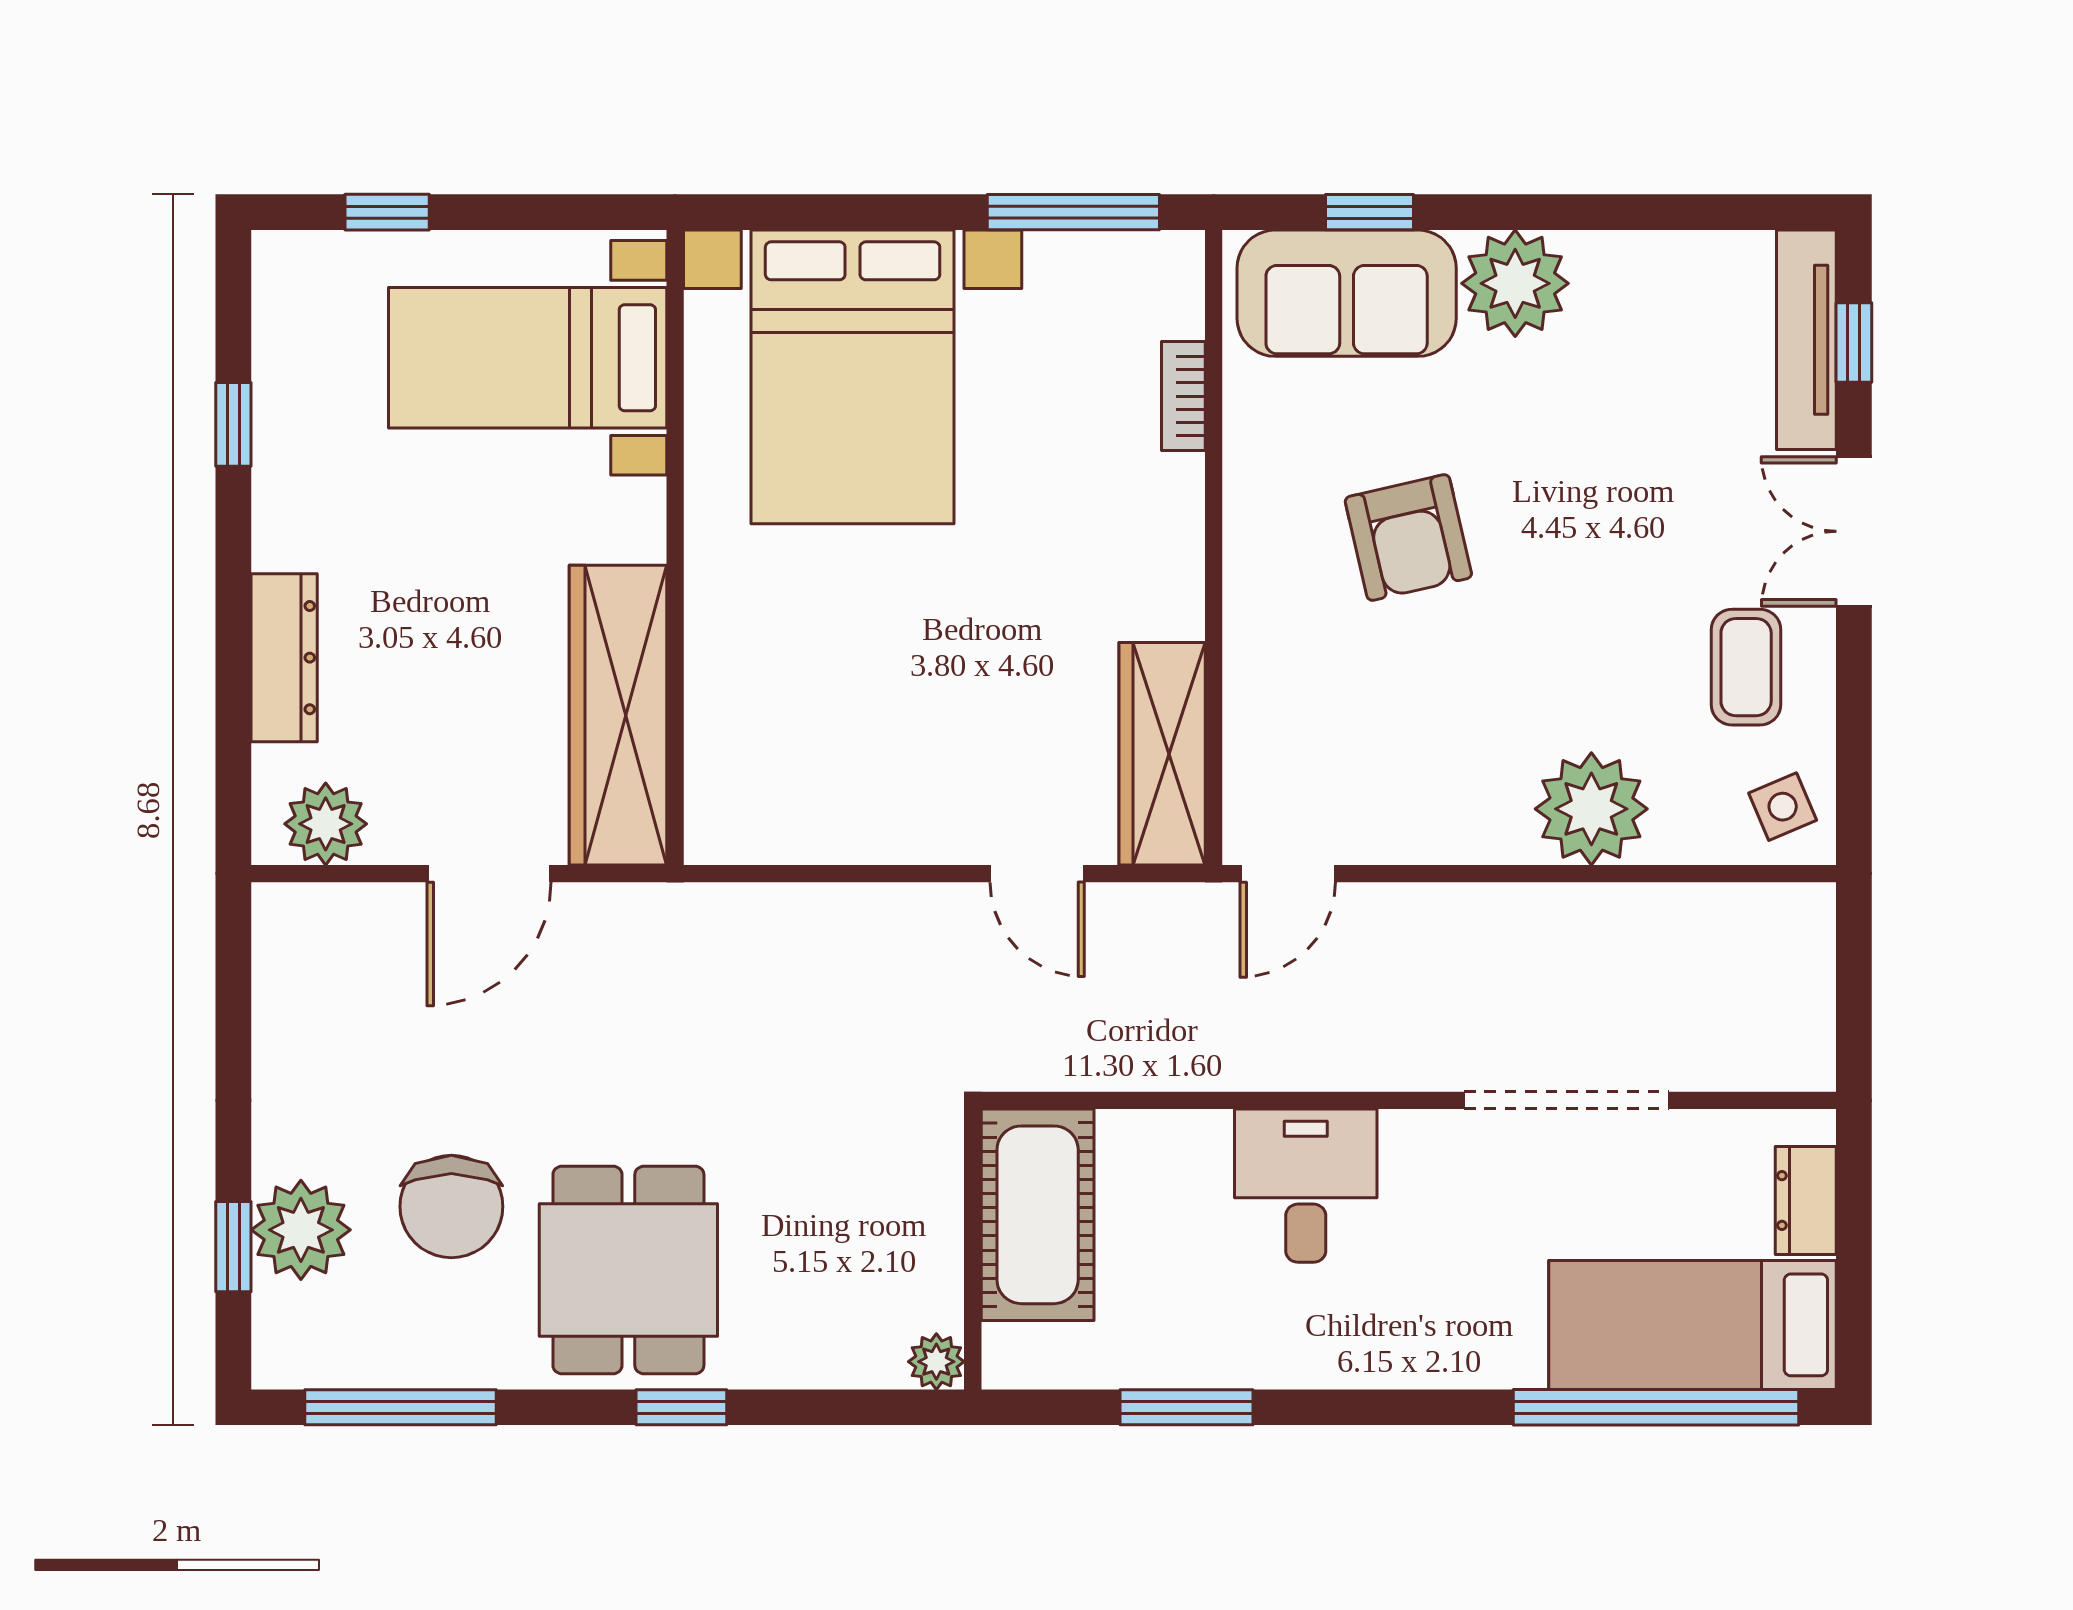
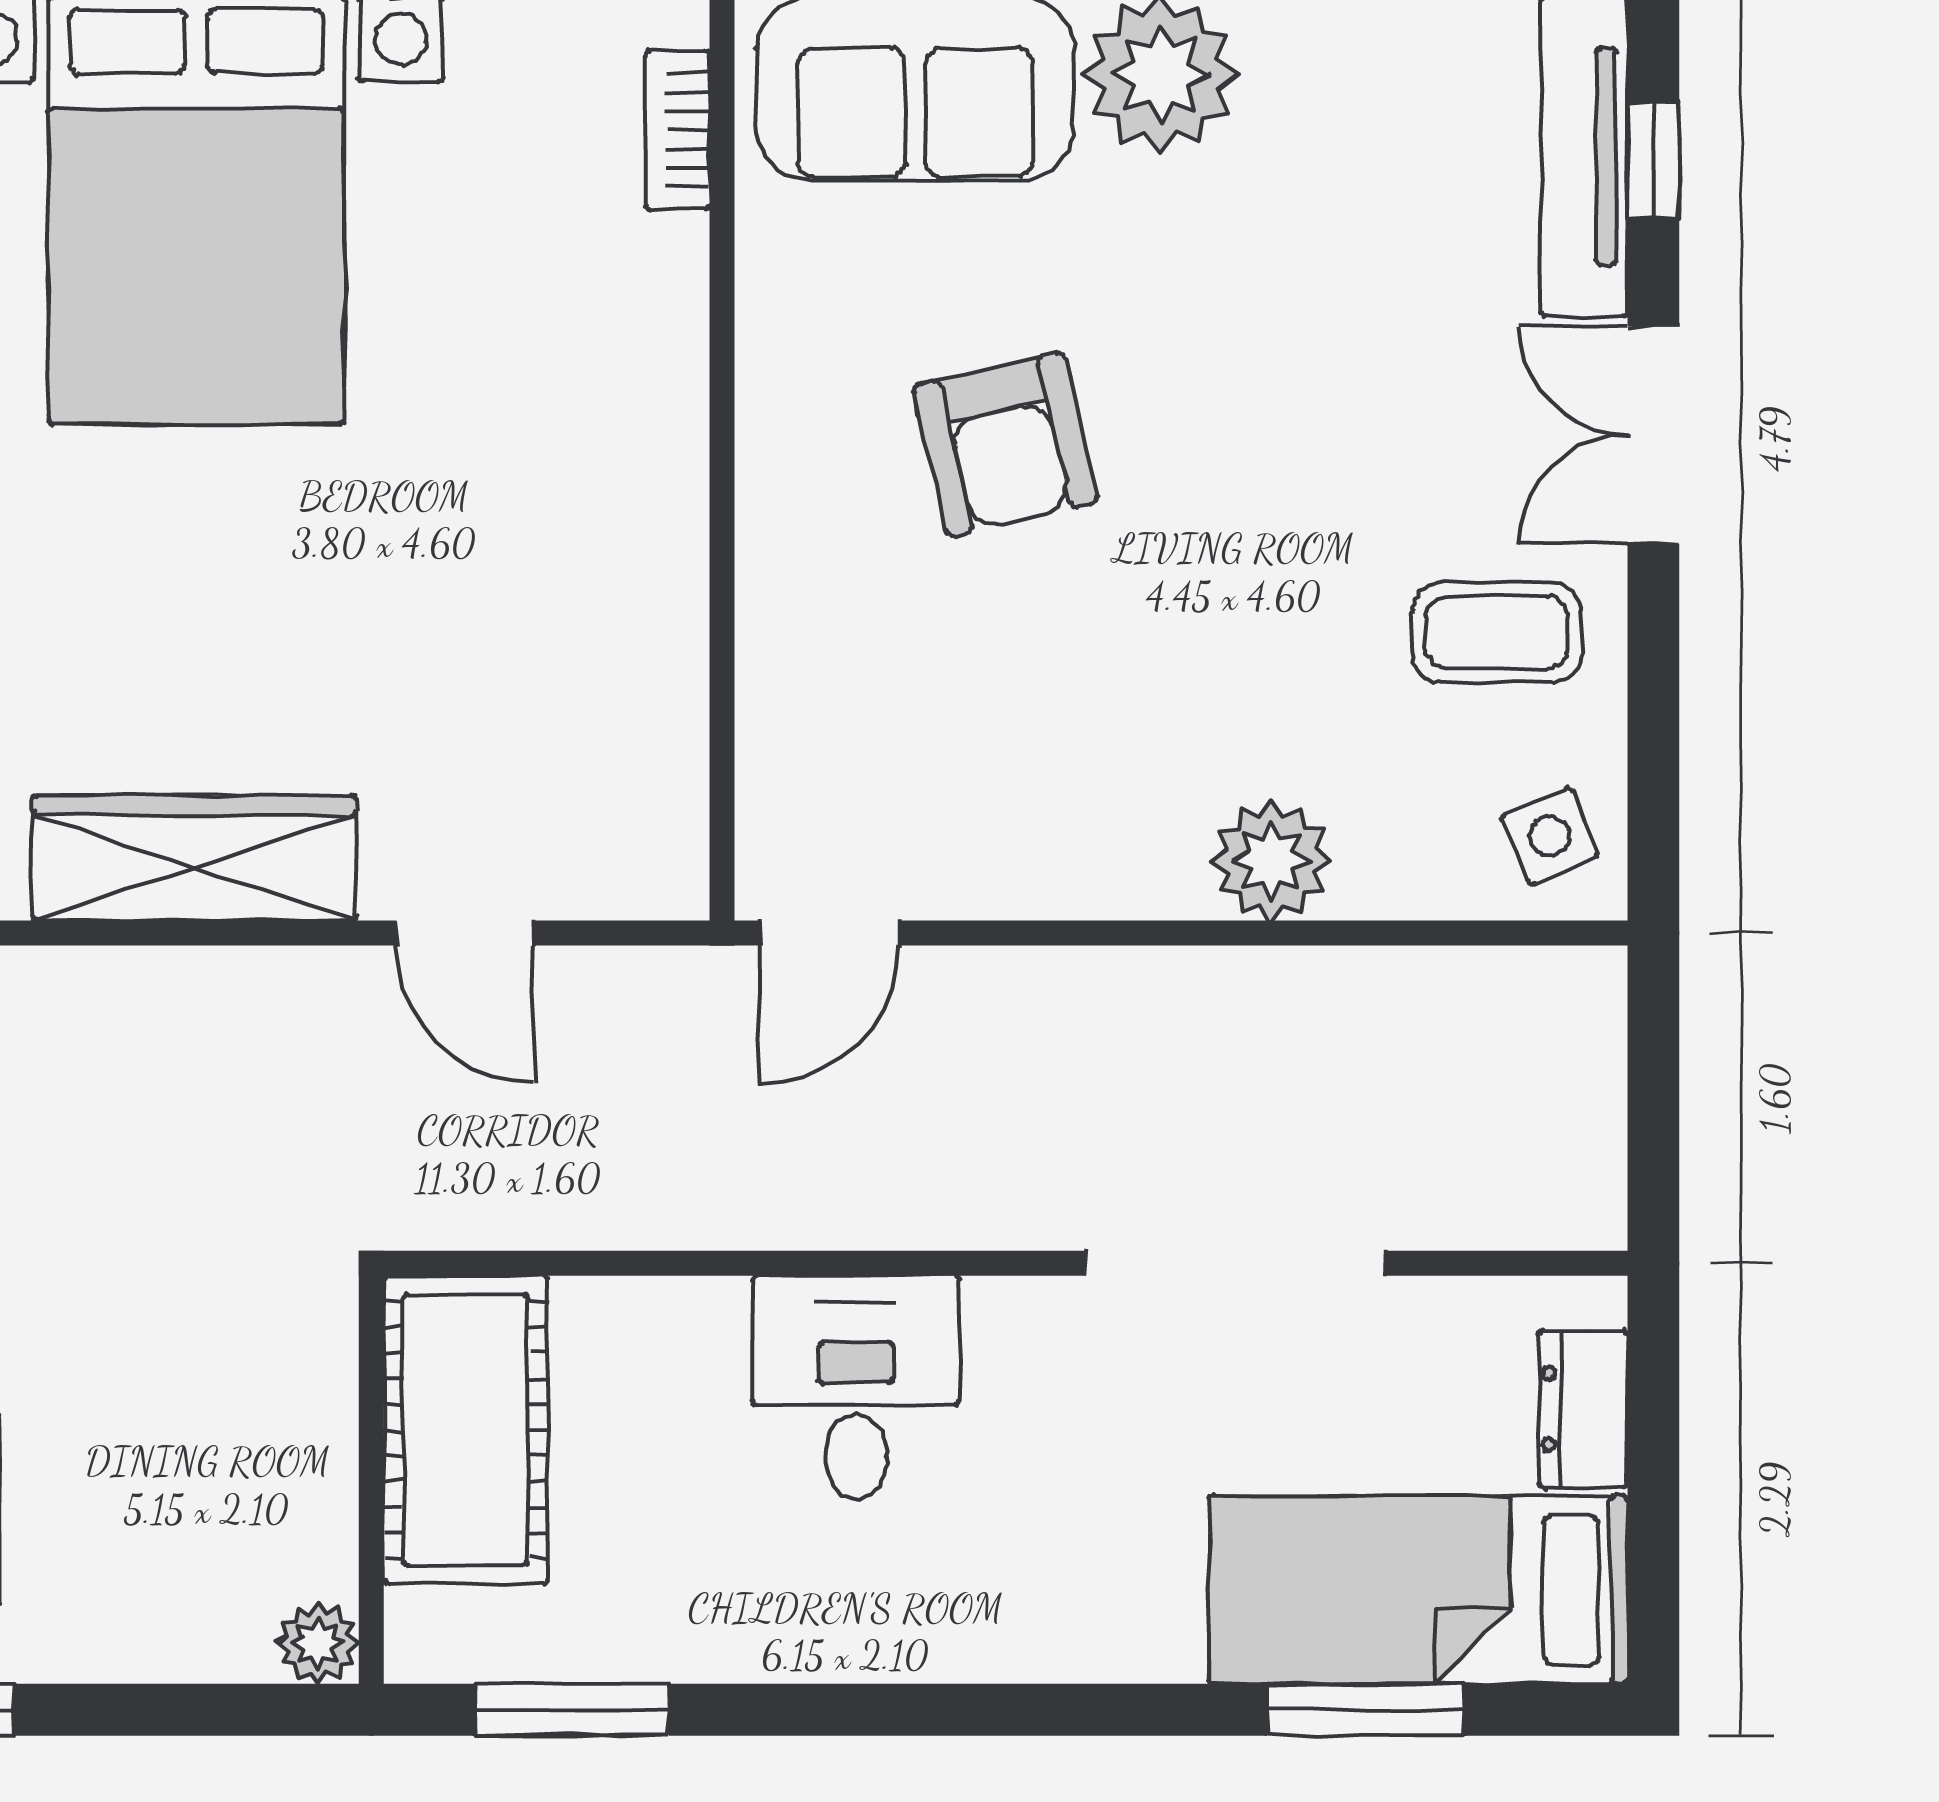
bookcase: (1183, 396) -> (678, 130), moved
coffee table: (1746, 667) -> (1497, 633), turned 90
wardrobe: (1162, 754) -> (194, 858), moved, turned 90
plant: (1591, 809) -> (1271, 861), width x0.73, depth x0.73
window: (1187, 1407) -> (572, 1710), moved
window: (1656, 1407) -> (1366, 1710), width x0.47

